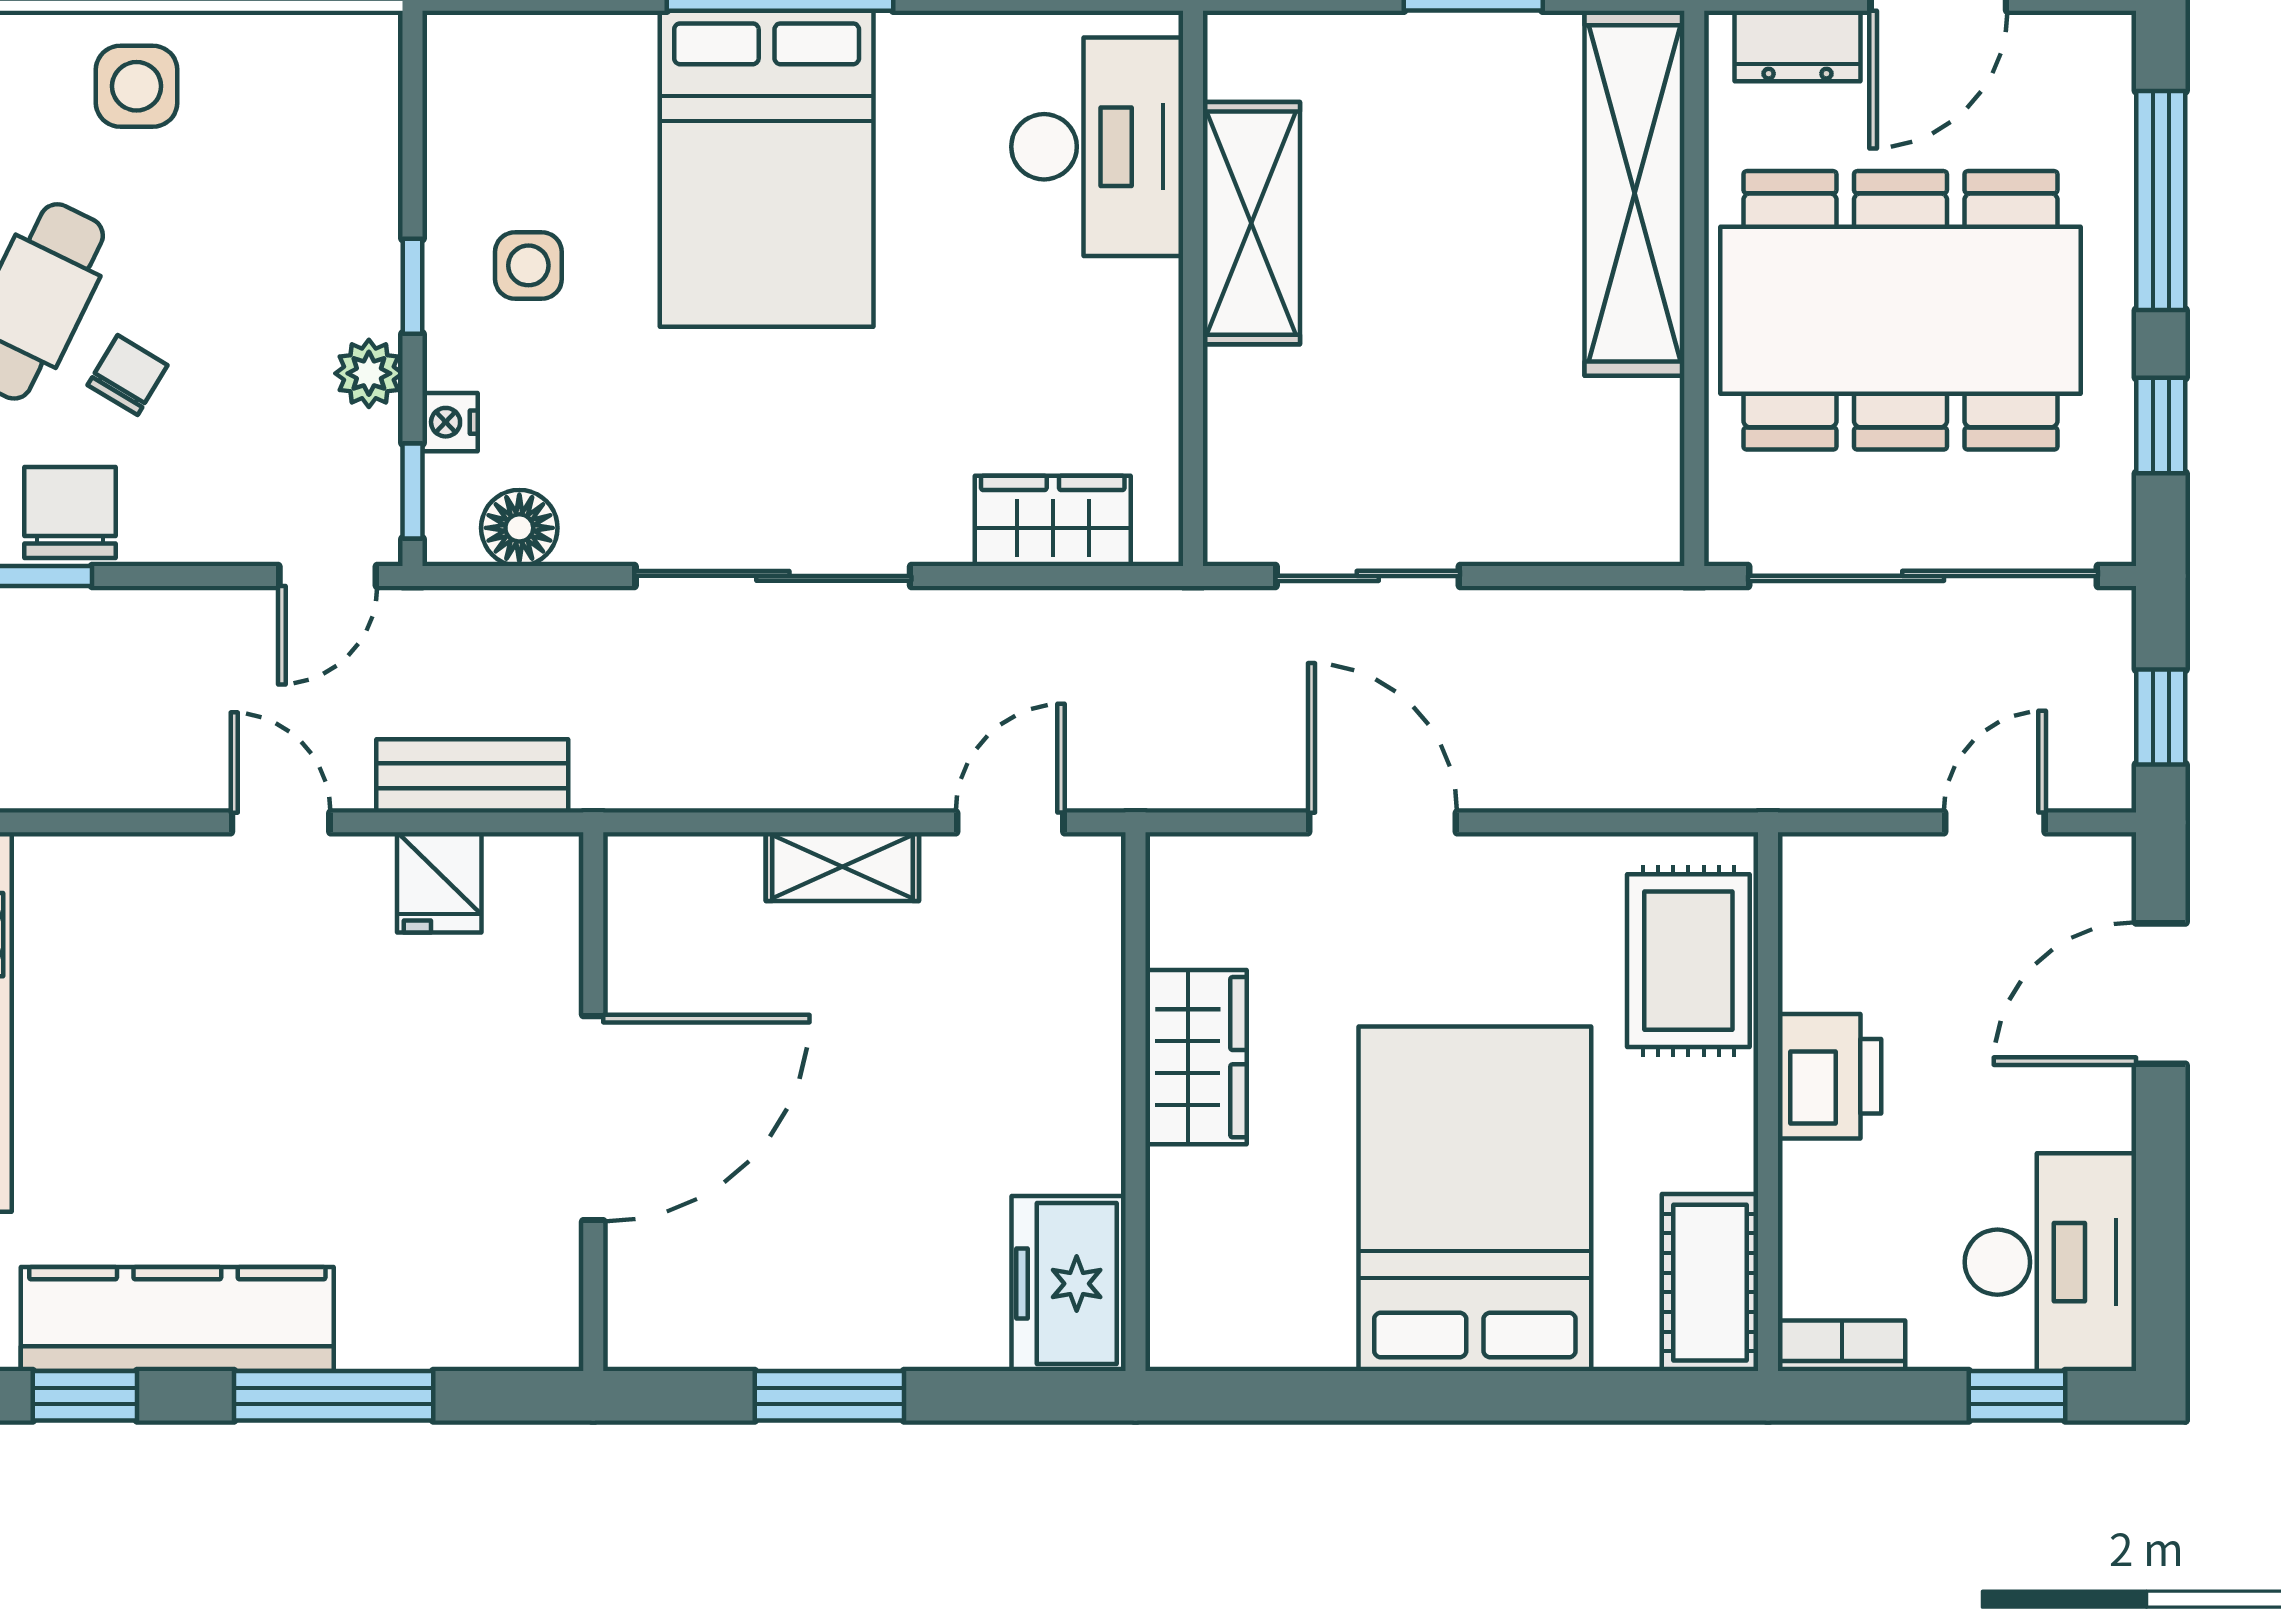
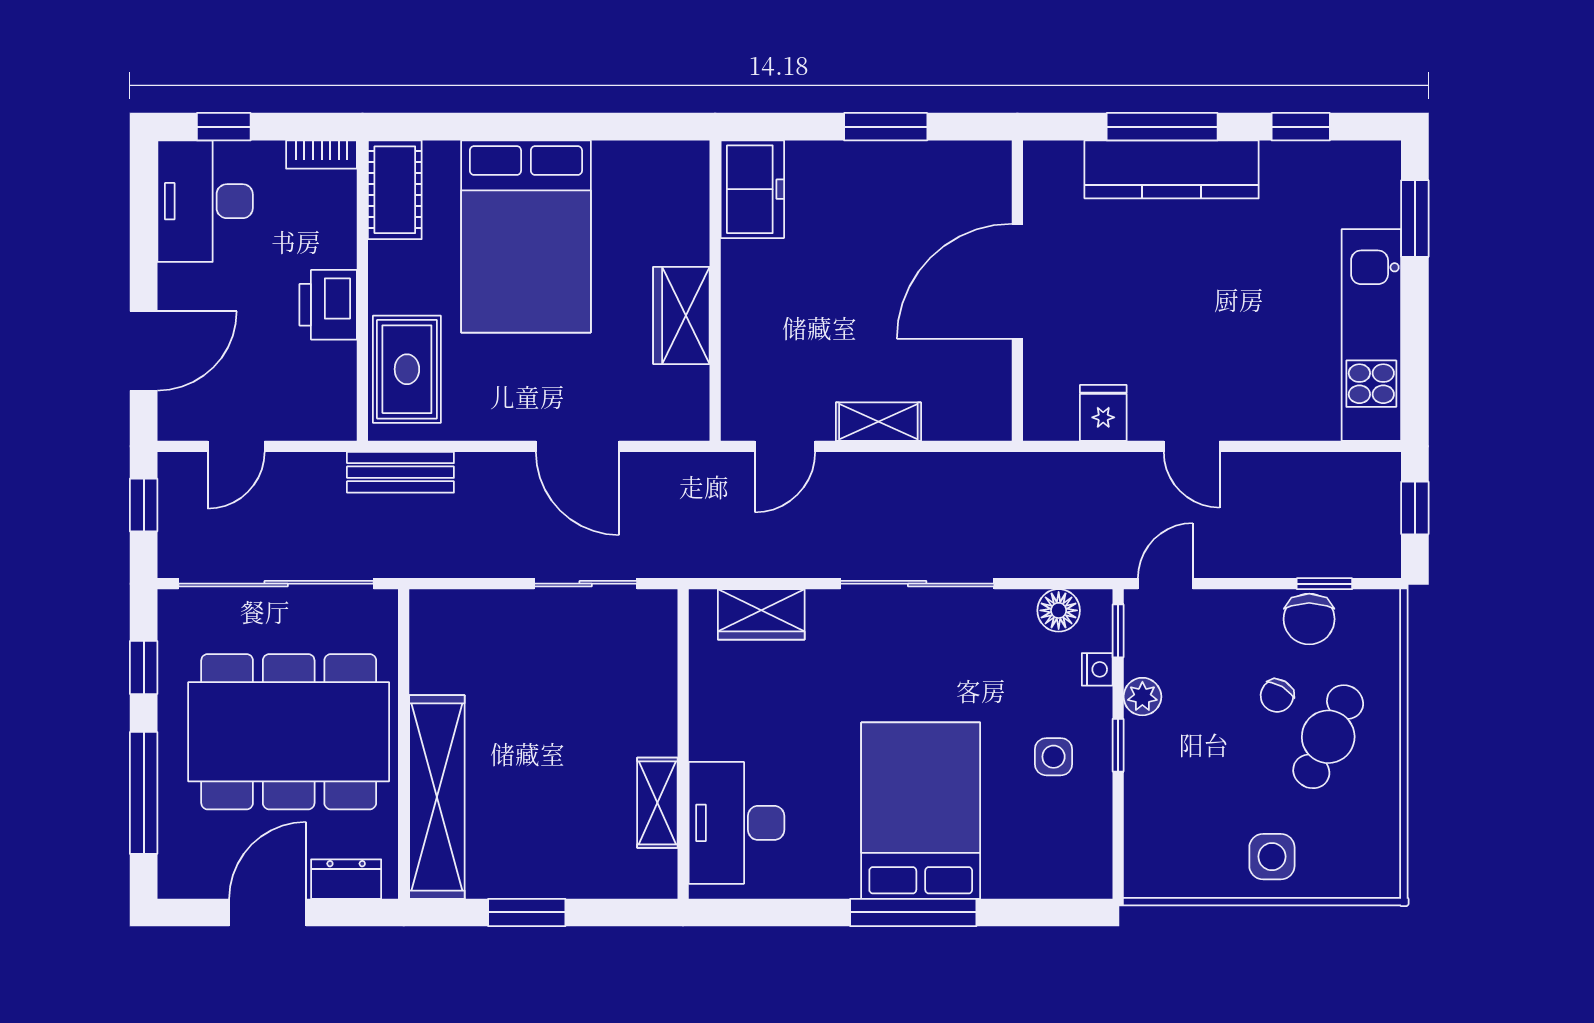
shelving: (1251, 223) -> (657, 803), width x0.67, depth x0.75
bench: (472, 776) -> (400, 472), moved
kitchen counter: (177, 1319) -> (1172, 169), moved

